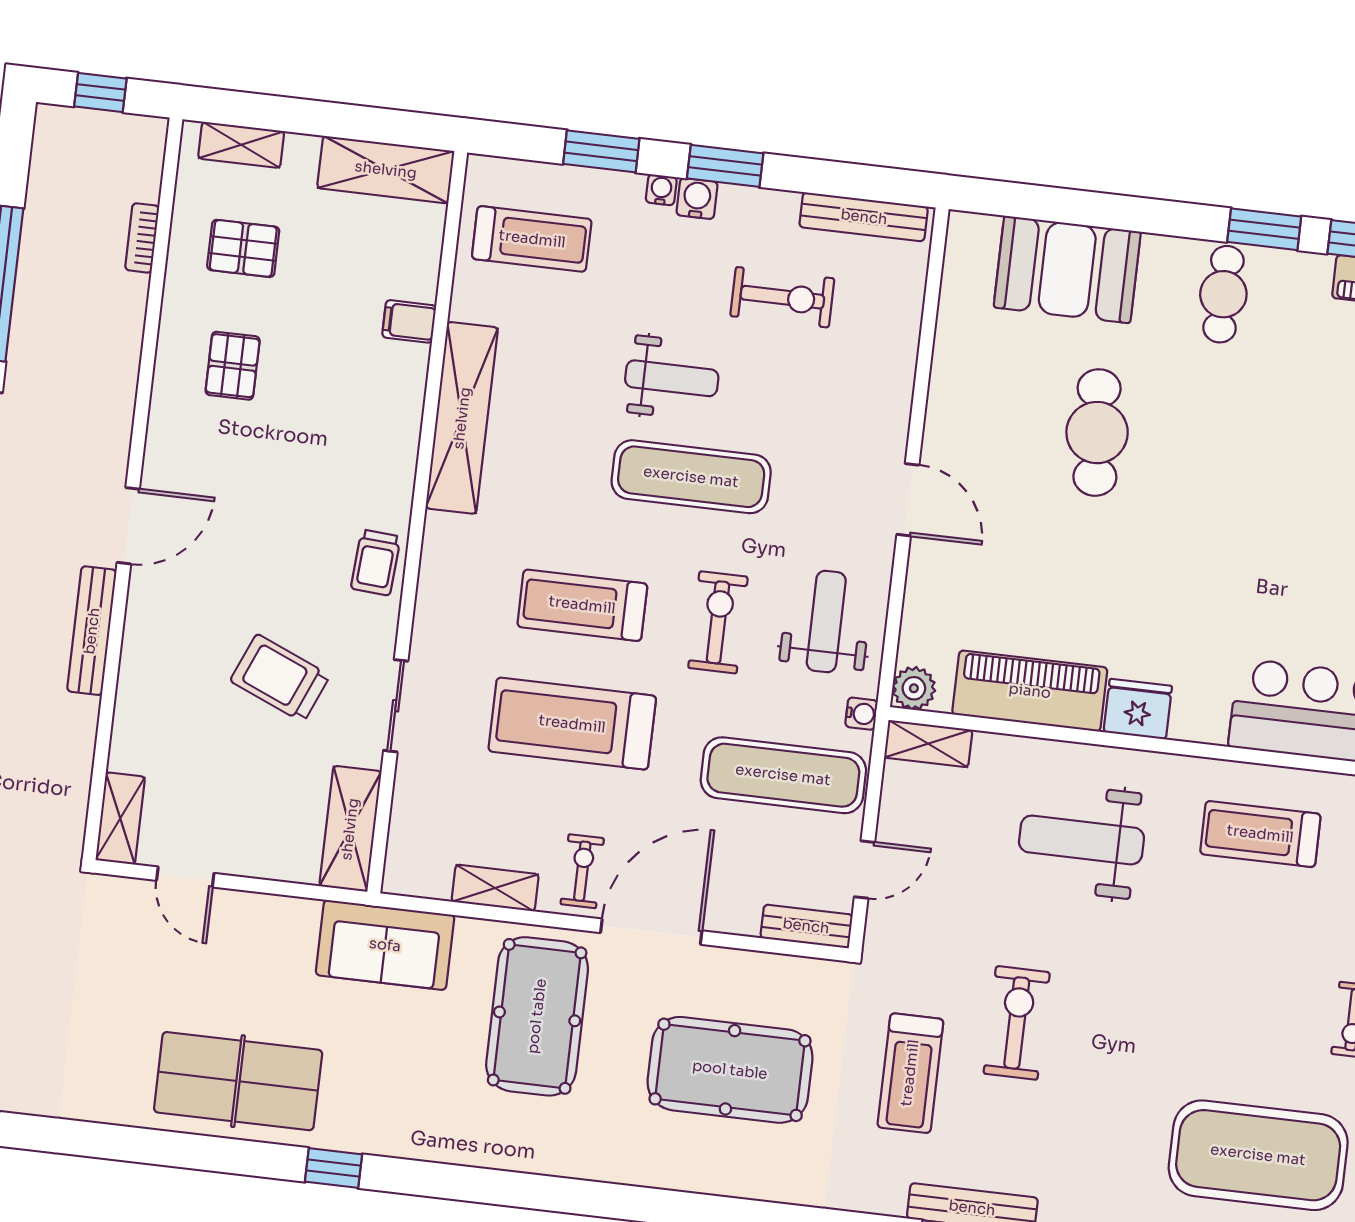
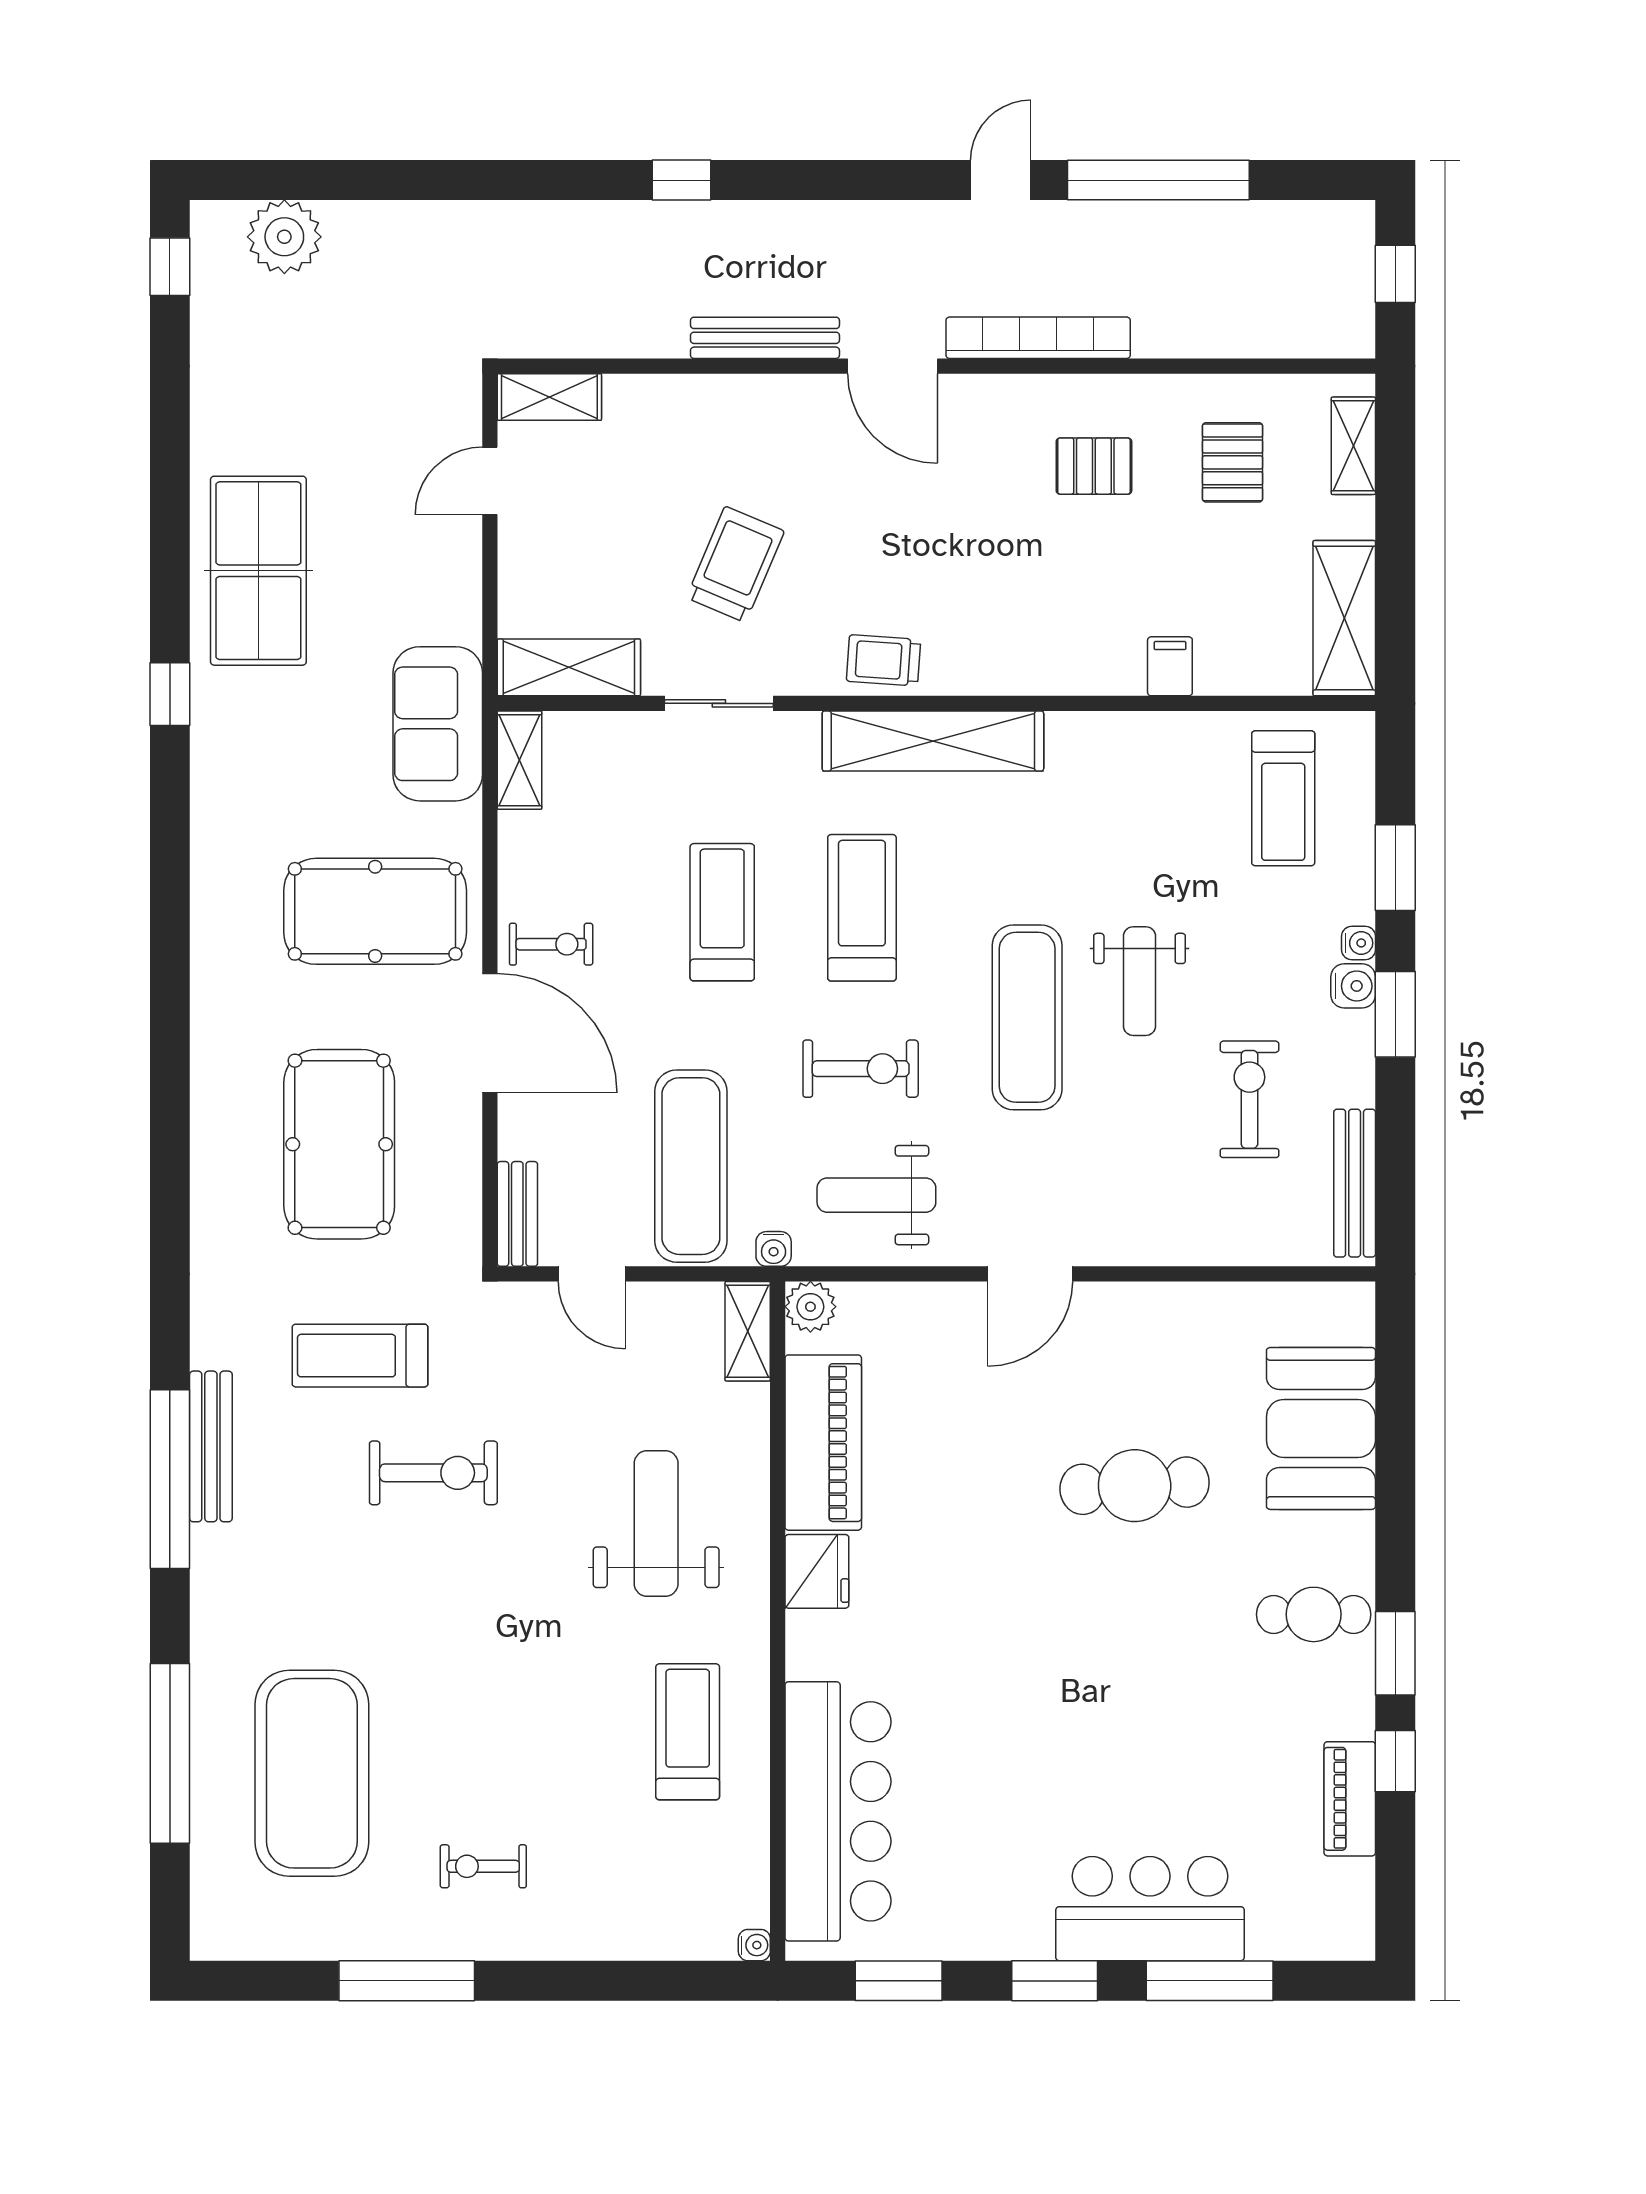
bookcase: (142, 238) -> (1038, 338), moved, width x2.31, depth x1.31
exercise bike: (782, 297) -> (1249, 1099), turned 180
shelving: (462, 418) -> (933, 741), moved
weight bench: (826, 622) -> (876, 1195), turned 180
treadmill: (572, 724) -> (722, 912), width x0.73, depth x0.73
shelving: (495, 888) -> (519, 760), moved

